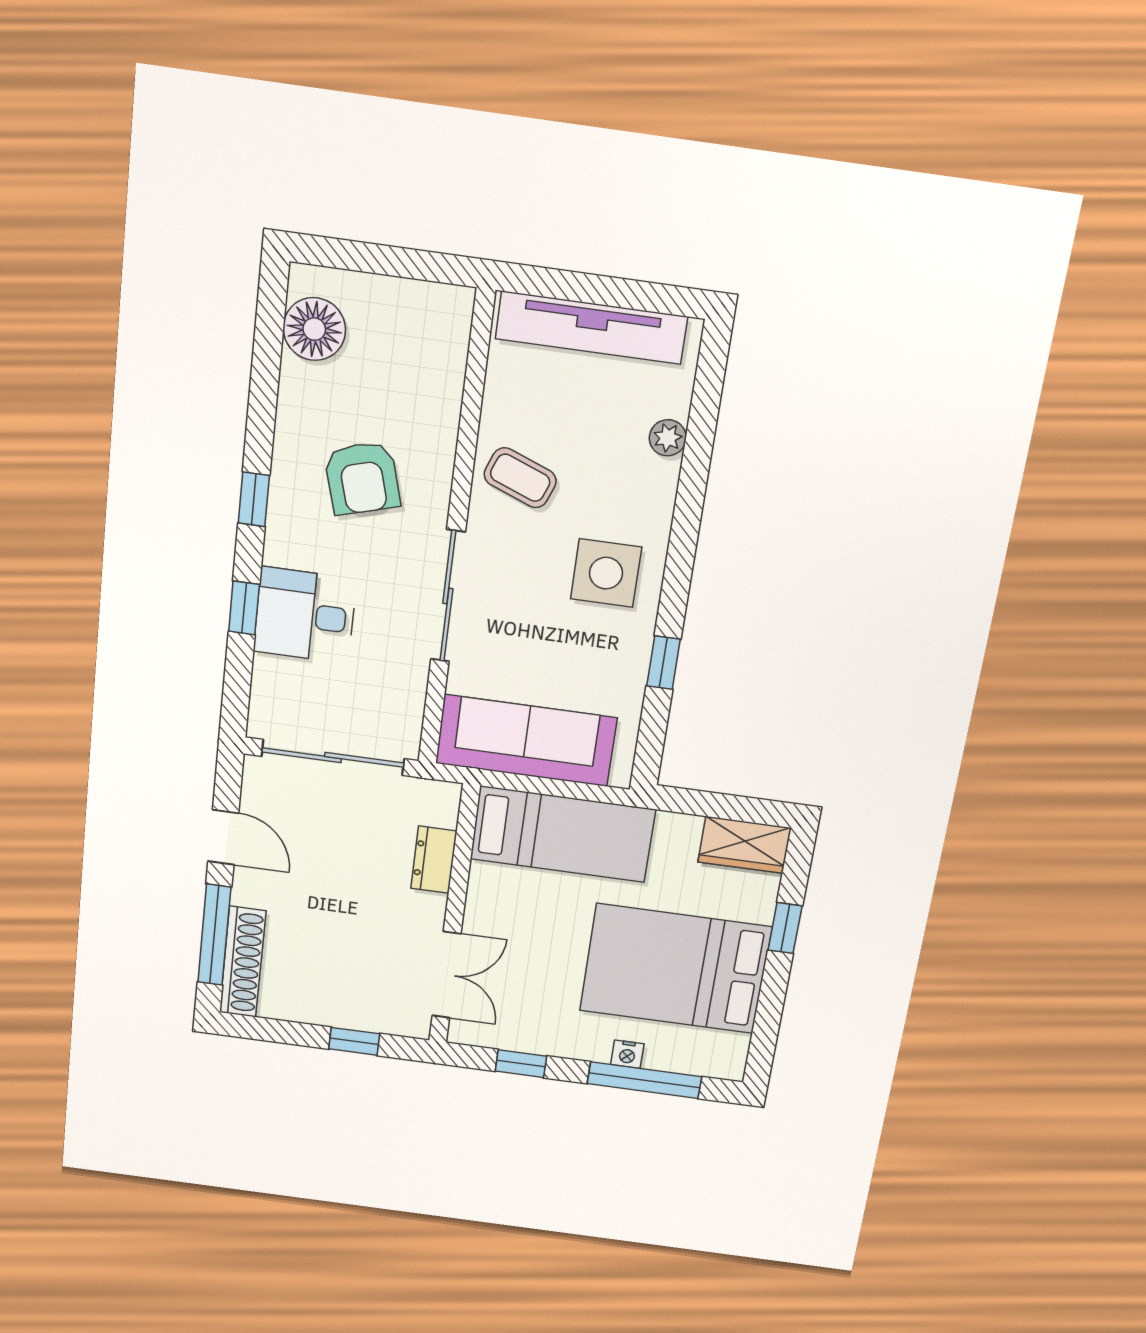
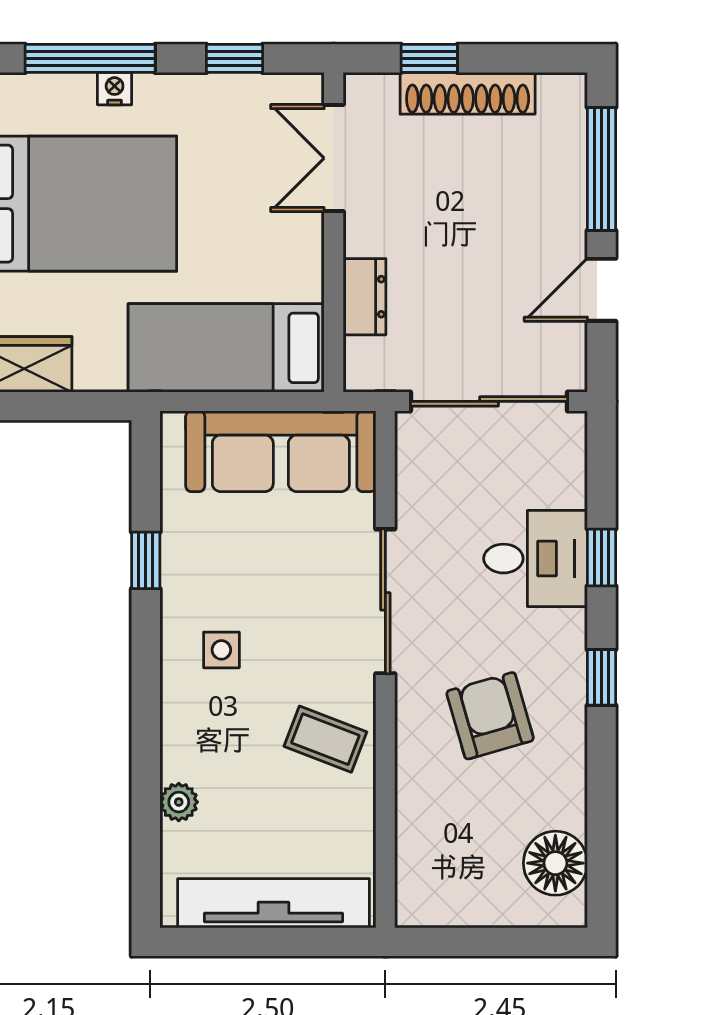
side table: (606, 573) -> (221, 650), width x0.54, depth x0.54
door: (223, 837) -> (602, 290), hinge flipped
shoe rack: (243, 962) -> (468, 93), moved, turned -90

